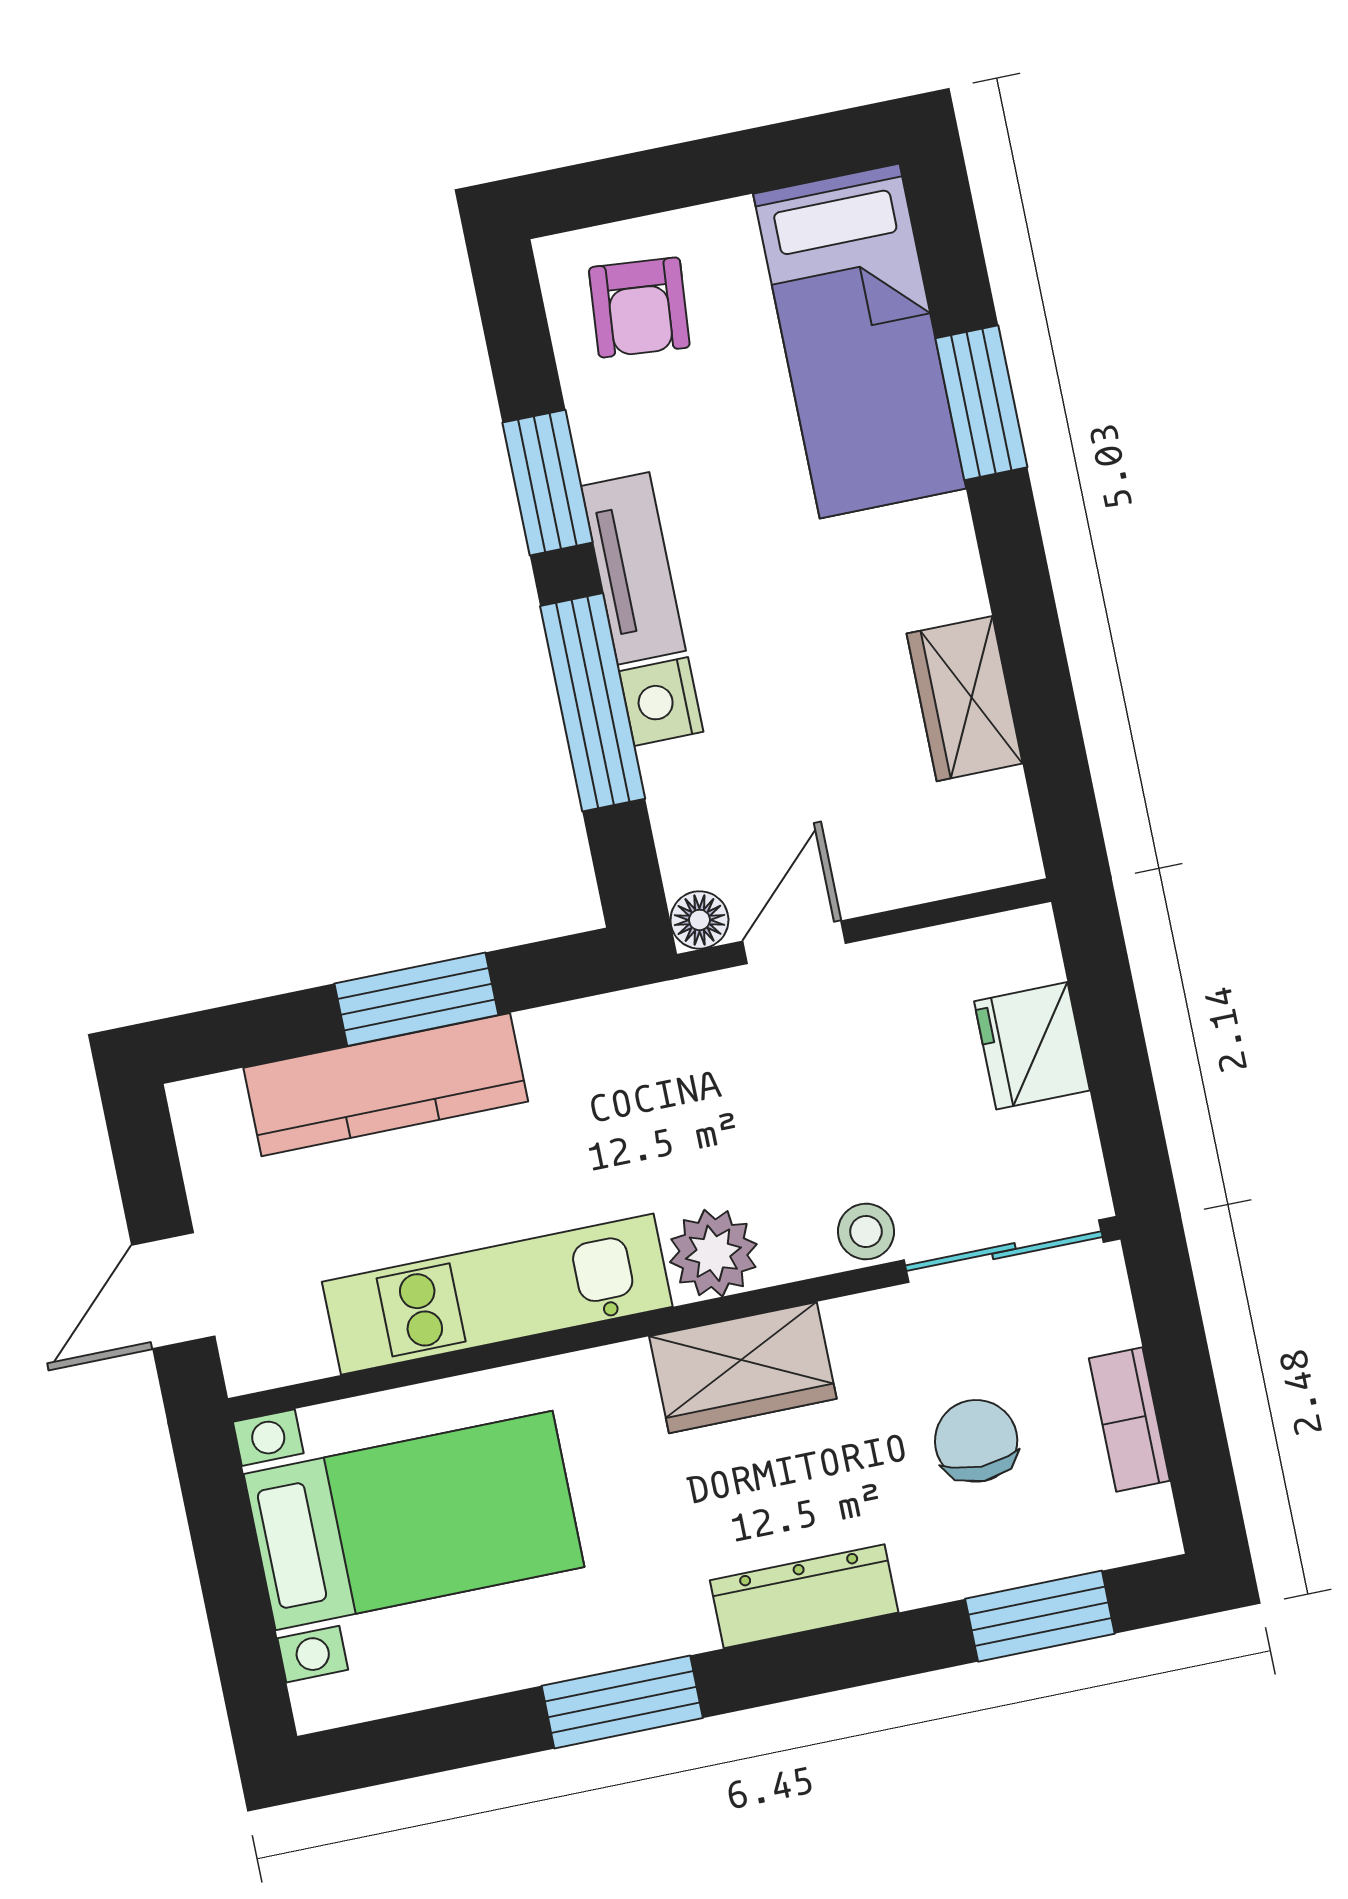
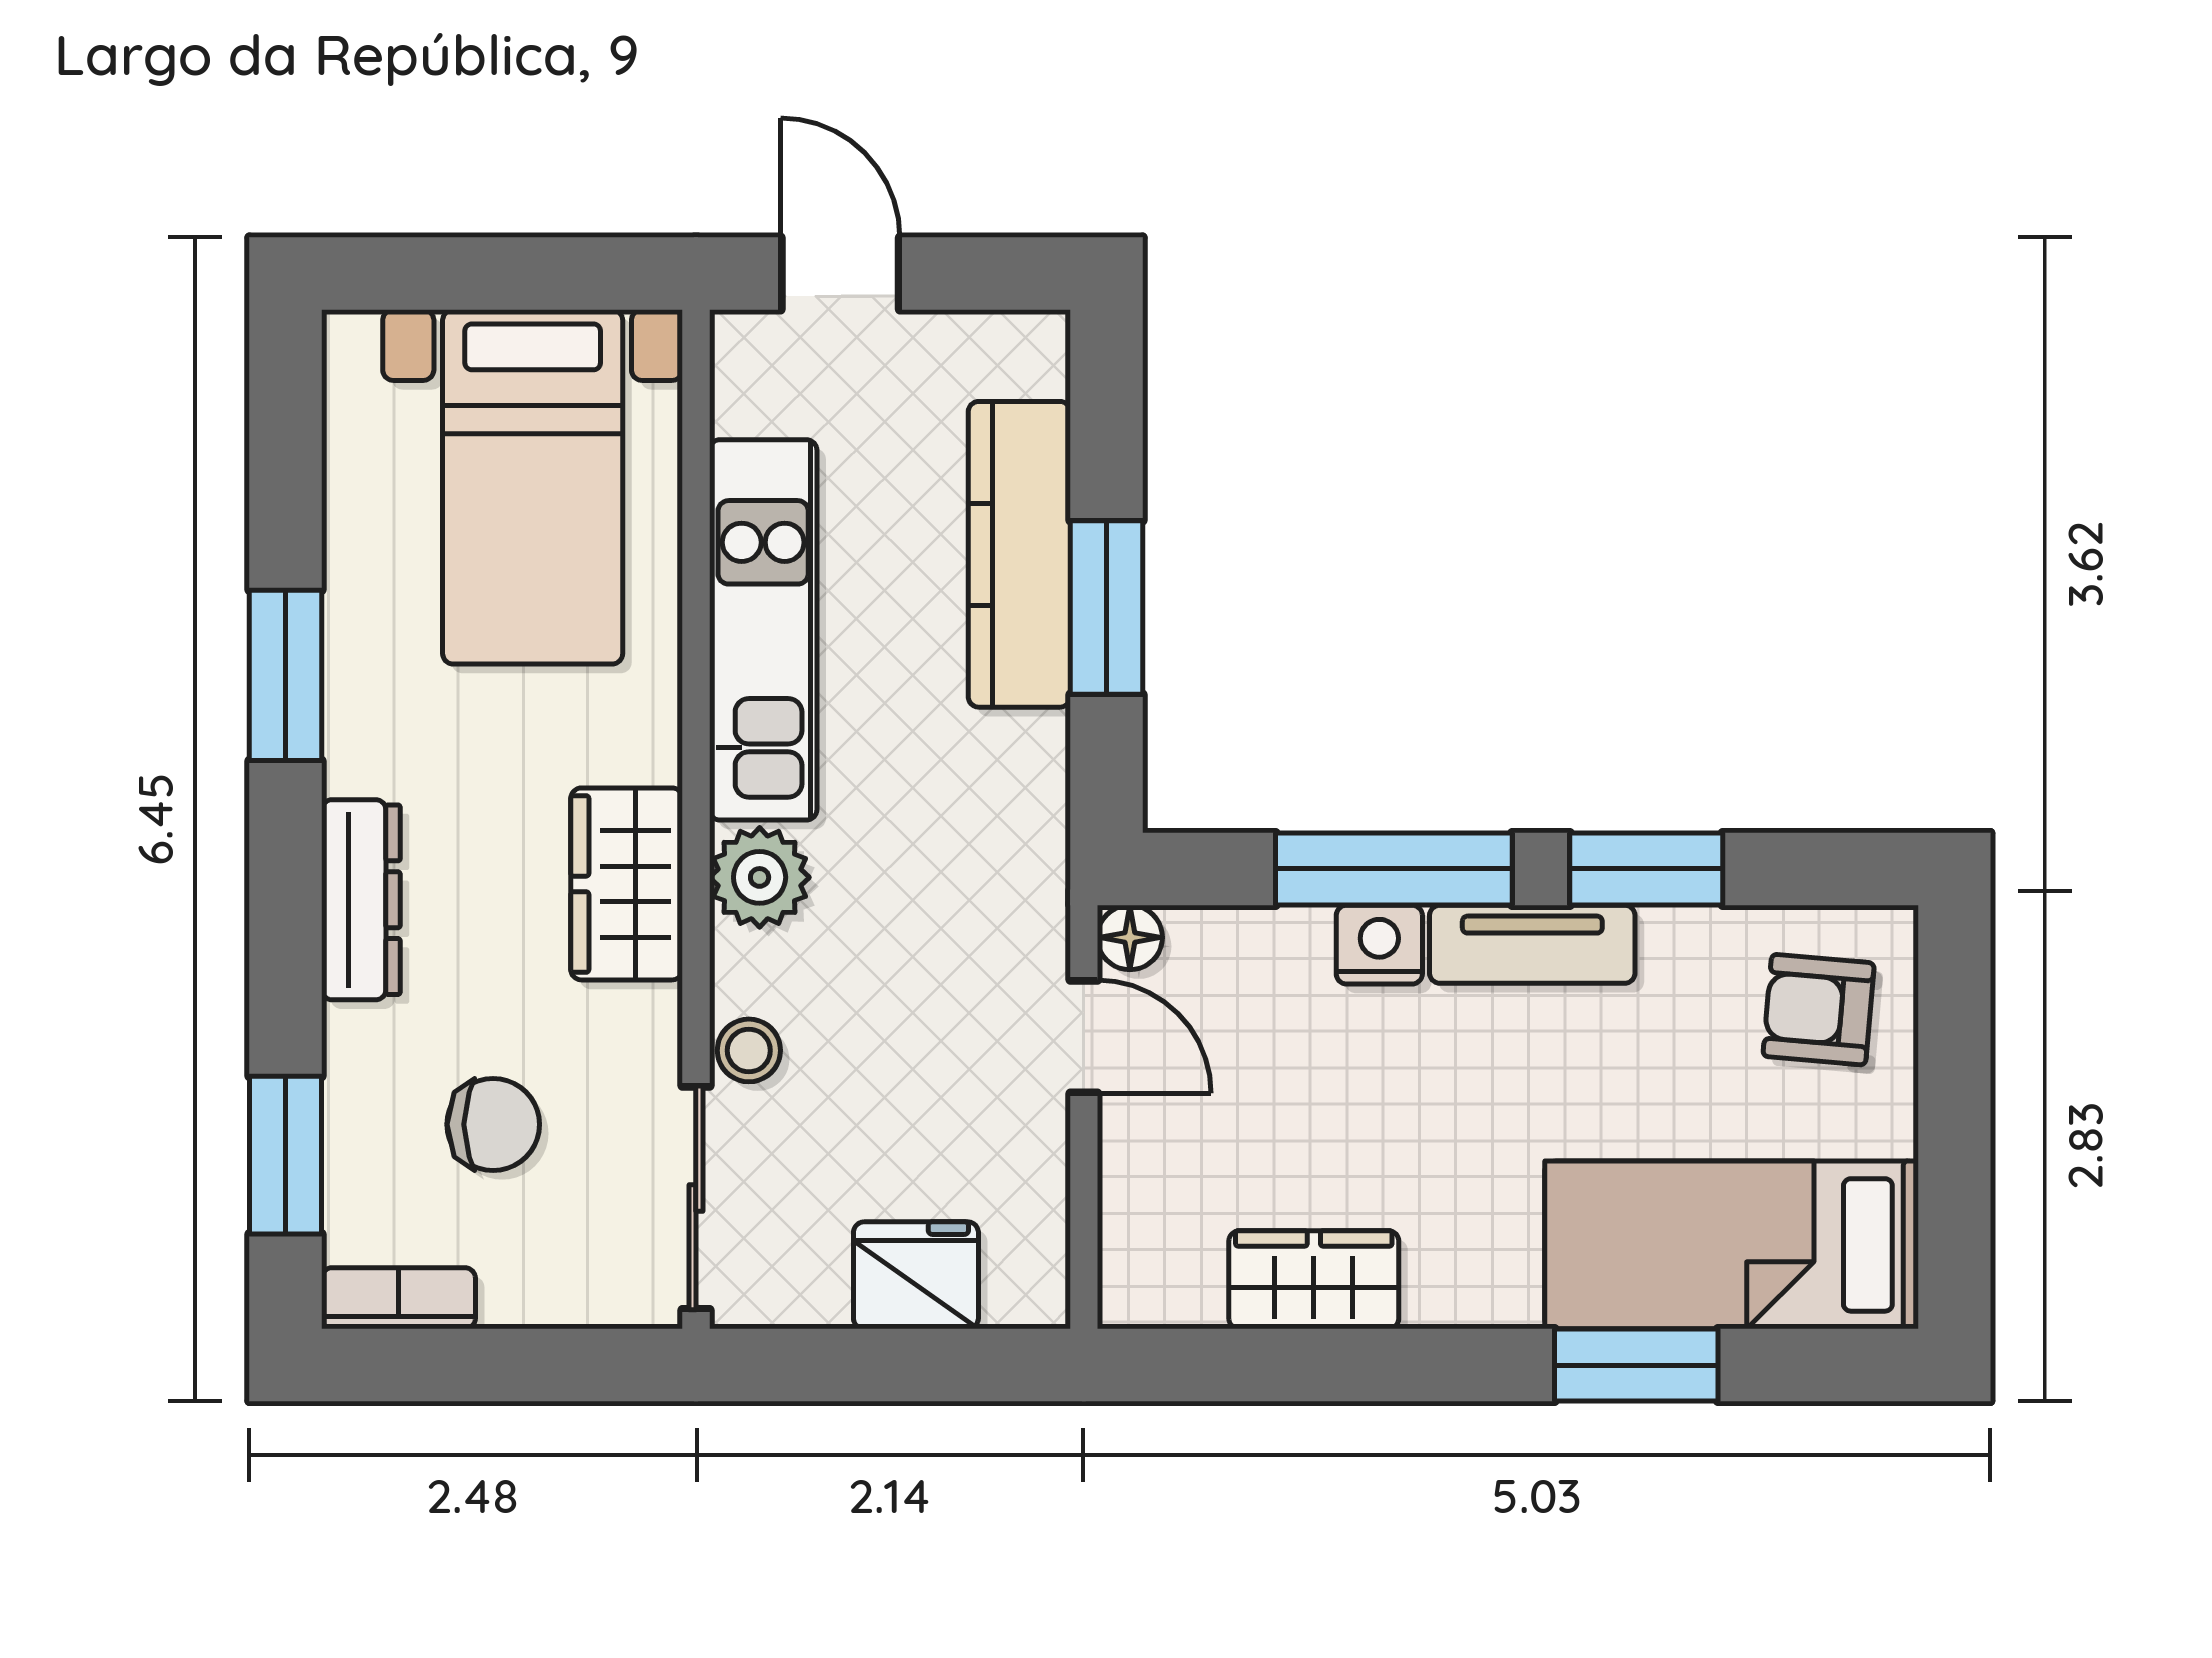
bookcase: (1129, 1419) -> (398, 1298), moved

